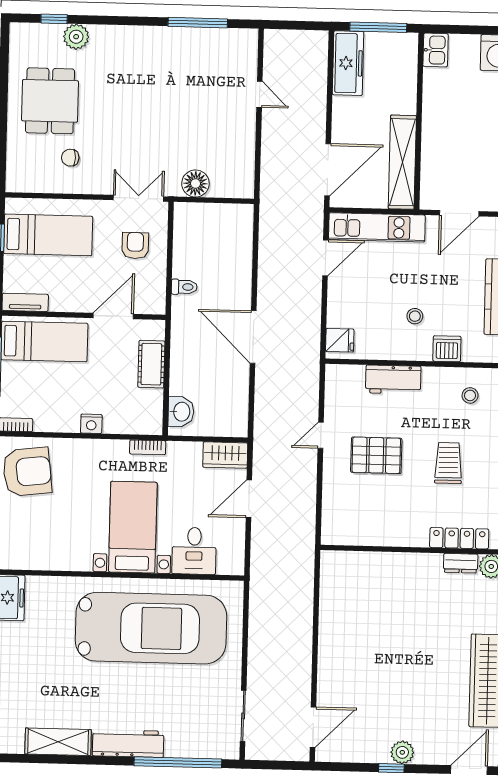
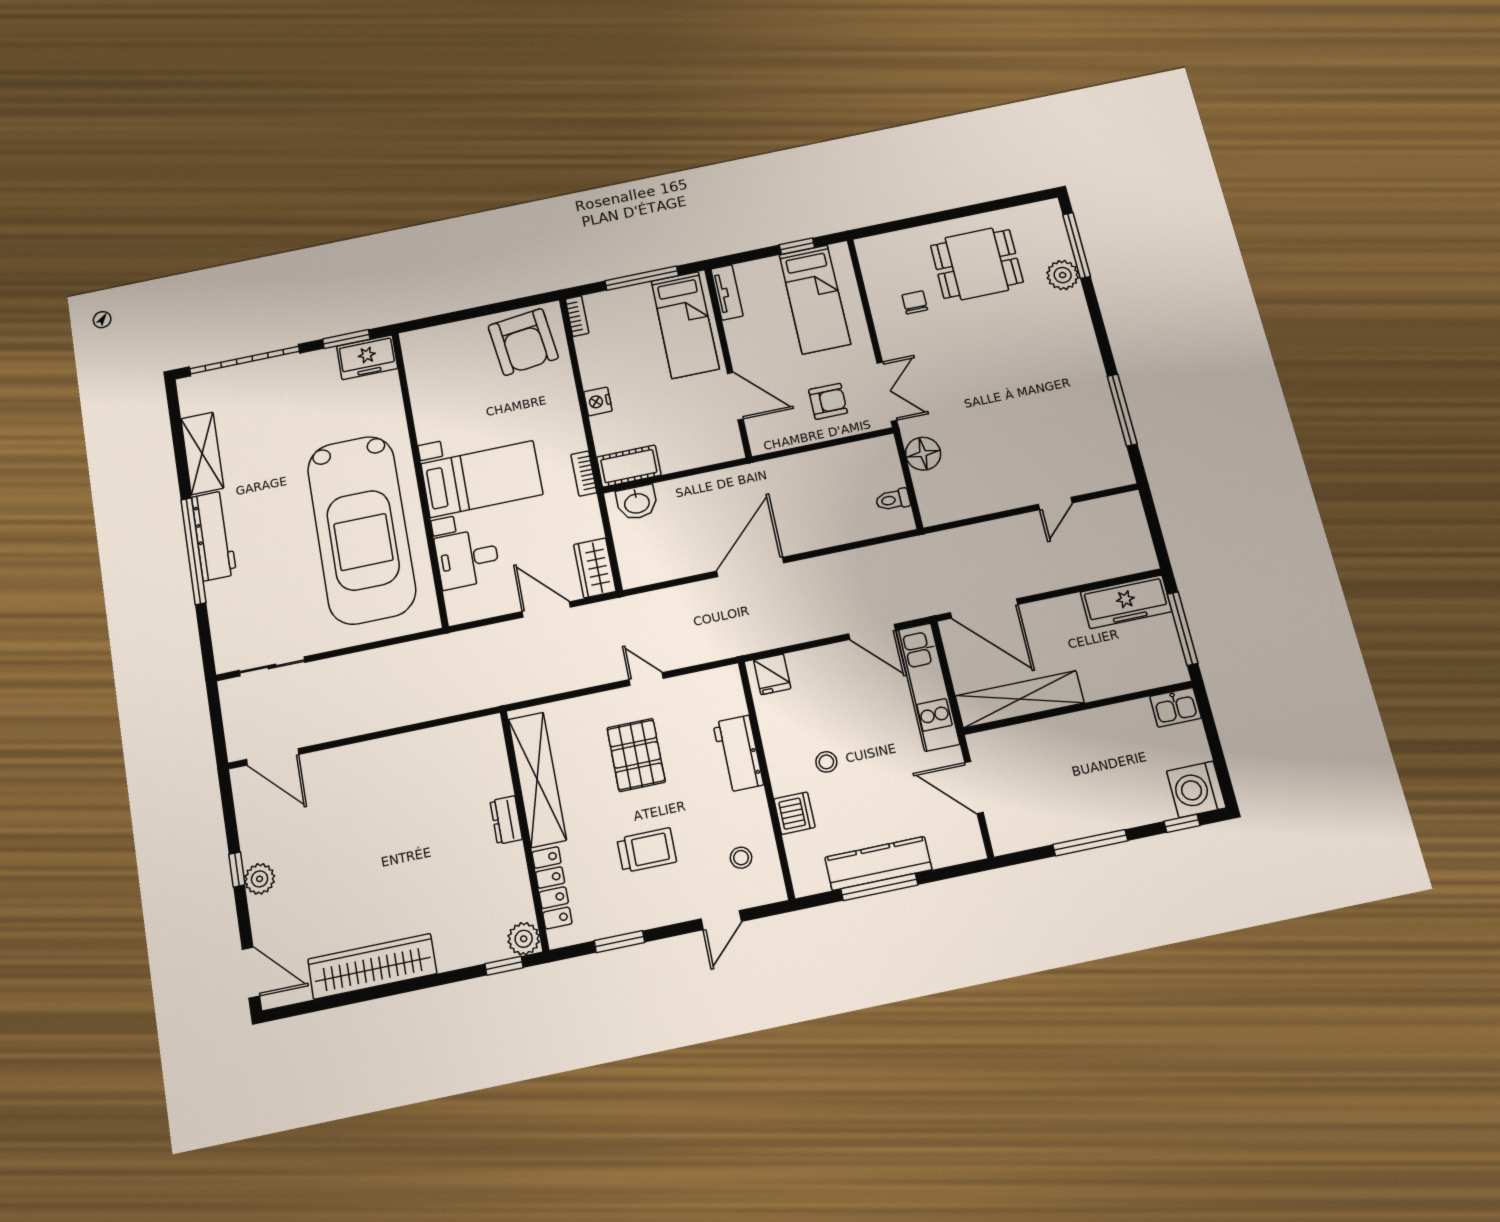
window: (54, 19) -> (1077, 245), width x2.17
toilet: (184, 287) -> (893, 500), moved, turned 90
cot: (151, 364) -> (629, 466), moved
shelving: (377, 533) -> (537, 779), added
dresser: (461, 563) -> (506, 820), moved
window: (178, 762) -> (193, 551), moved

